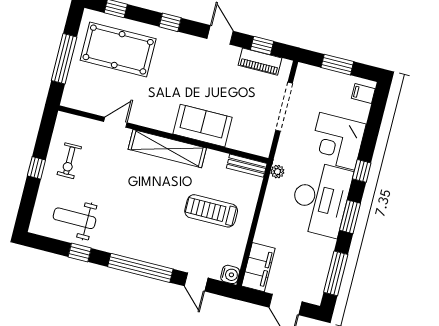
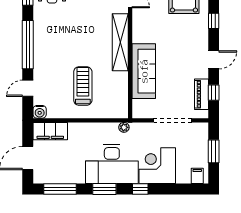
sofa: (203, 126) -> (144, 71), width x1.36
bench: (247, 166) -> (123, 104), removed

